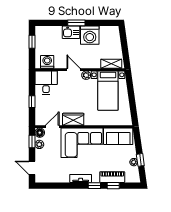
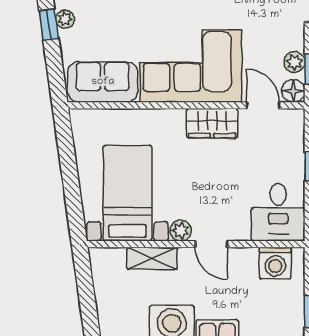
shelving: (111, 64) -> (152, 258), moved
door: (52, 127) -> (263, 105), swing flipped

